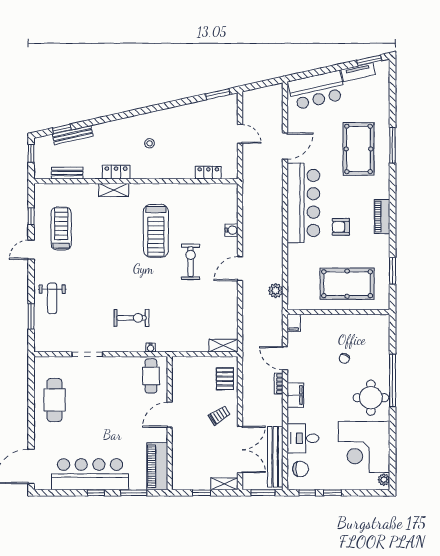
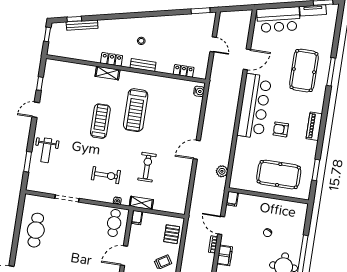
bench: (67, 173) -> (143, 65), moved
treadmill: (61, 229) -> (100, 121), moved
water cooler: (231, 230) -> (199, 91), moved
exercise bike: (191, 262) -> (147, 167), moved
shelving: (223, 346) -> (141, 203), moved
filing cabinet: (178, 365) -> (137, 218), added

